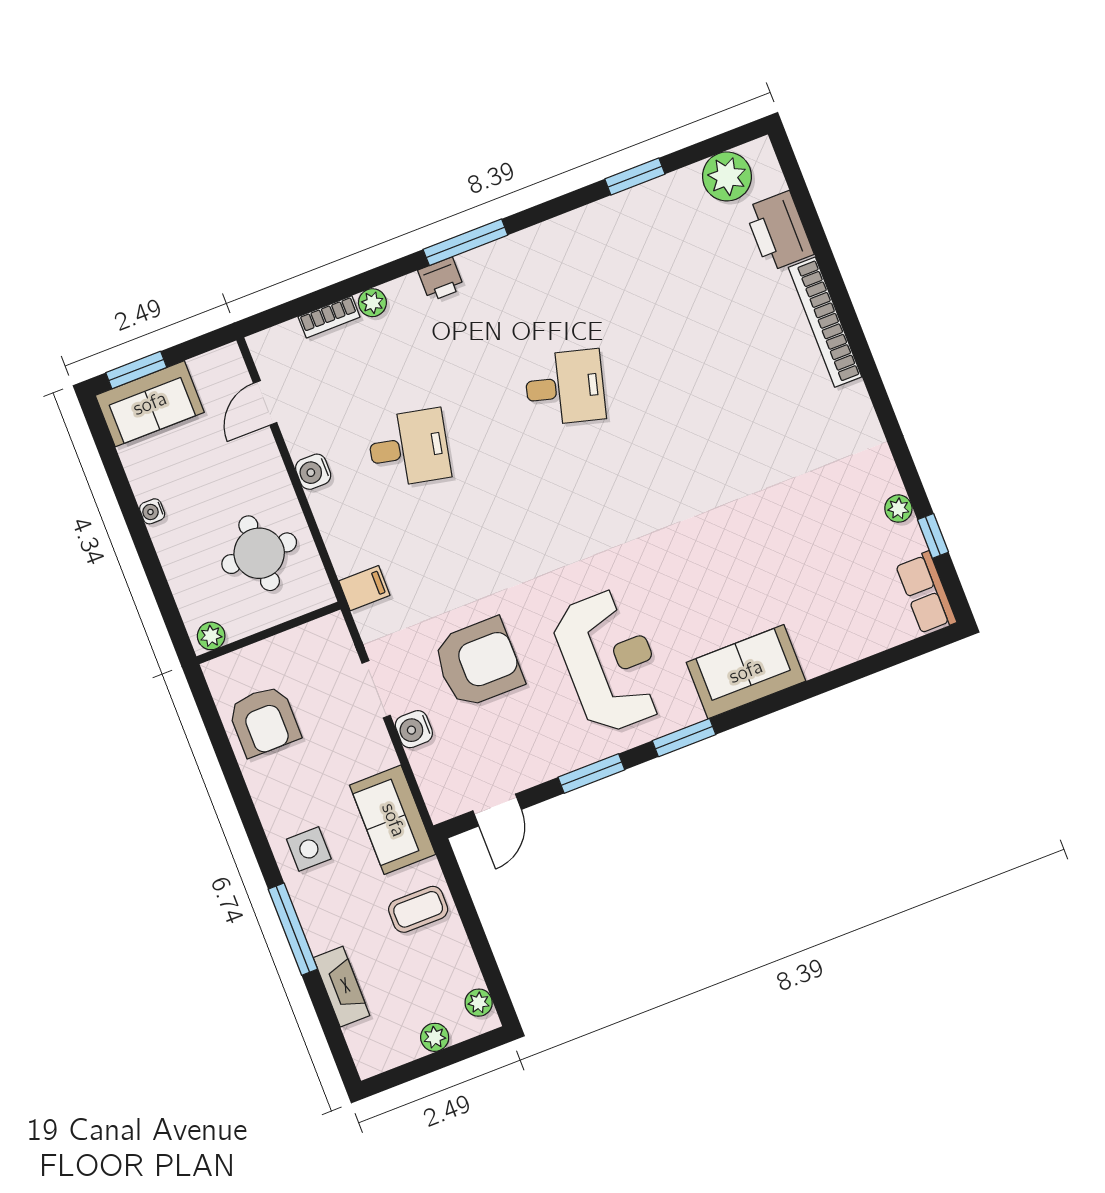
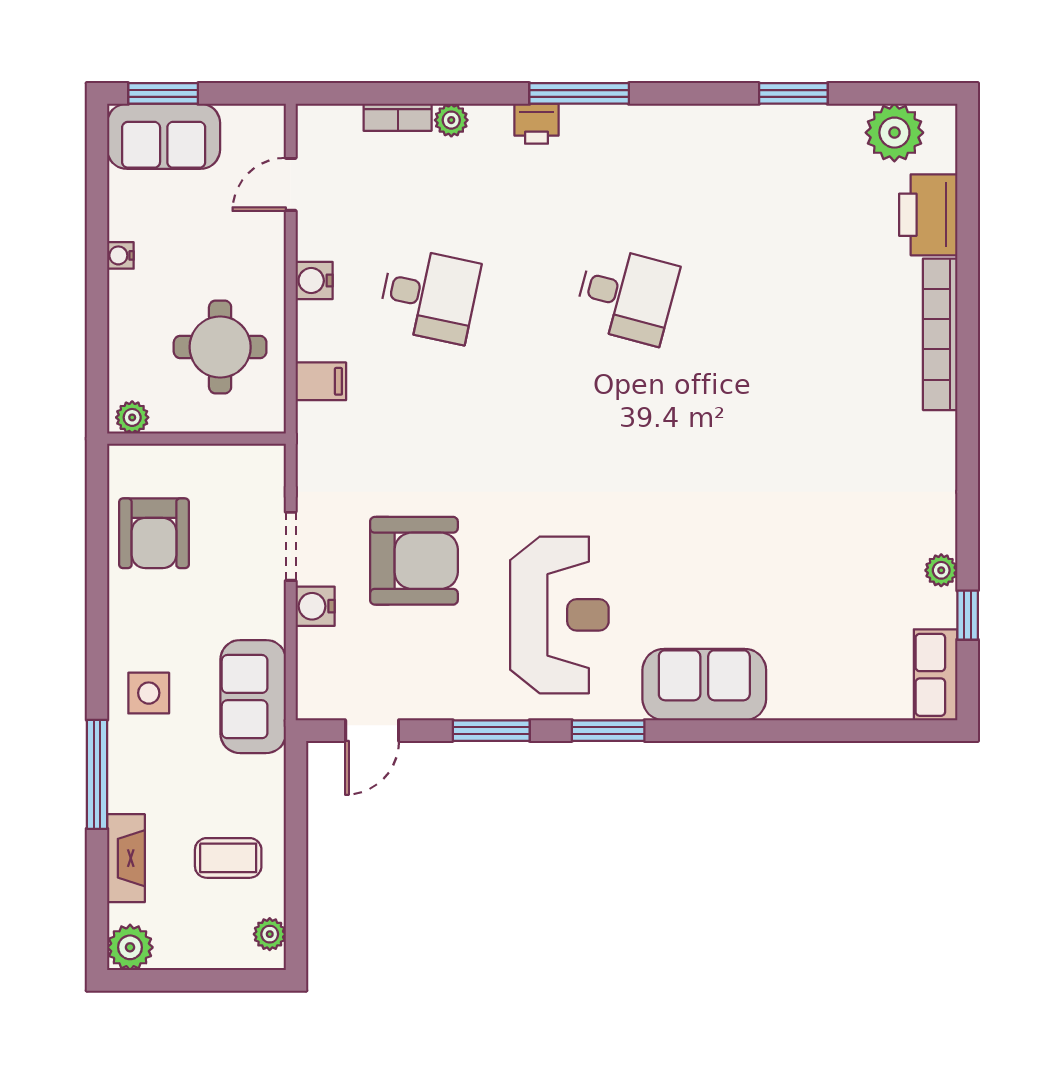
filing cabinet: (364, 588) -> (321, 381), moved
coffee table: (418, 909) -> (228, 858), moved
plant: (435, 1037) -> (130, 947), moved, width x1.38, depth x1.38

